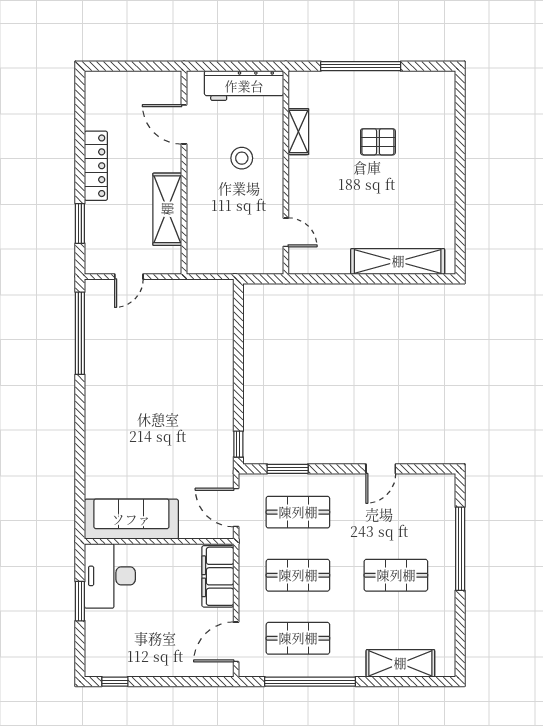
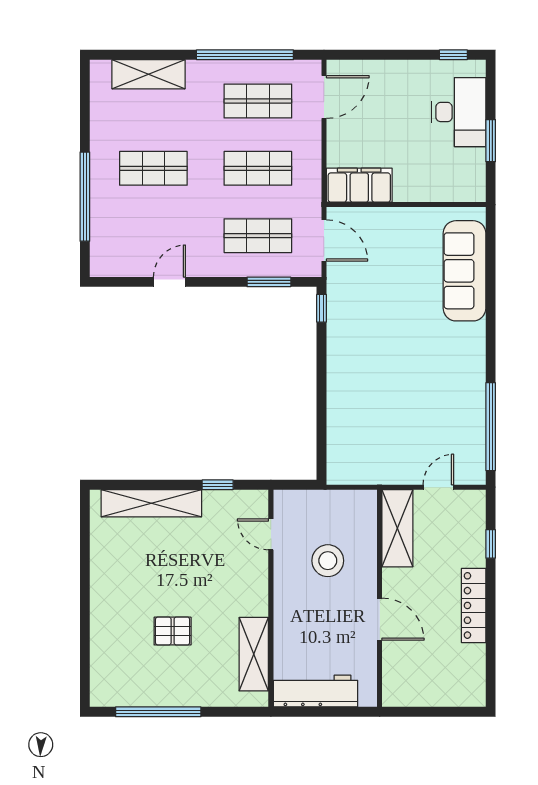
window: (361, 66) -> (158, 712), moved
door: (184, 124) -> (380, 619), moved
shelving: (298, 132) -> (254, 654), width x1.50, depth x1.33
stool: (242, 158) -> (328, 561), moved, width x1.38, depth x1.38
shelving: (167, 209) -> (397, 528), moved
window: (80, 223) -> (491, 544), width x0.67
window: (336, 279) -> (218, 485), added
sofa: (131, 519) -> (465, 271), moved, turned 90
desk: (110, 576) -> (459, 112), moved
filing cabinet: (218, 576) -> (359, 185), moved, turned -90

